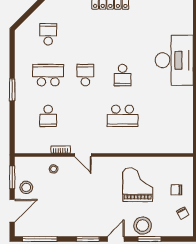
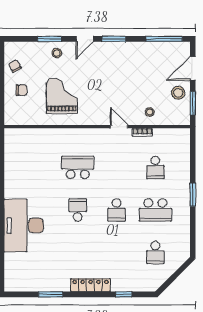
school desk: (48, 116) -> (155, 167), turned 180
grand piano: (138, 185) -> (62, 96), turned 180
stool: (143, 226) -> (57, 53), width x0.53, depth x0.53

